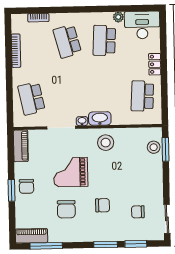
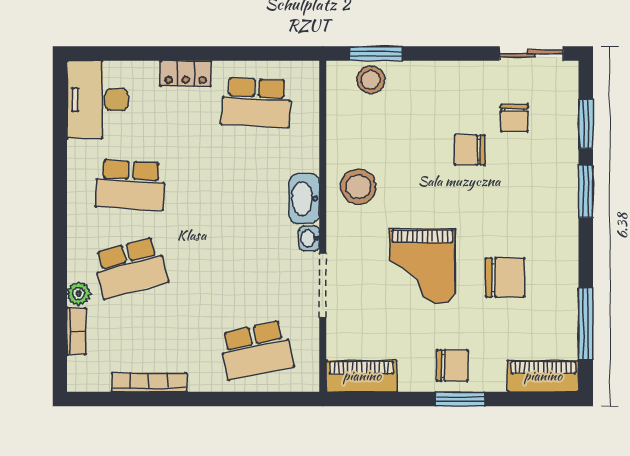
plant: (118, 17) -> (79, 294), moved
chair: (103, 205) -> (470, 150), moved, turned -90
piano: (32, 236) -> (543, 376), moved, turned 90

